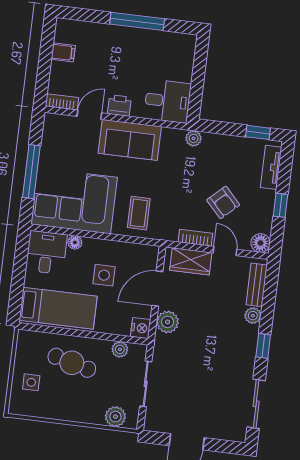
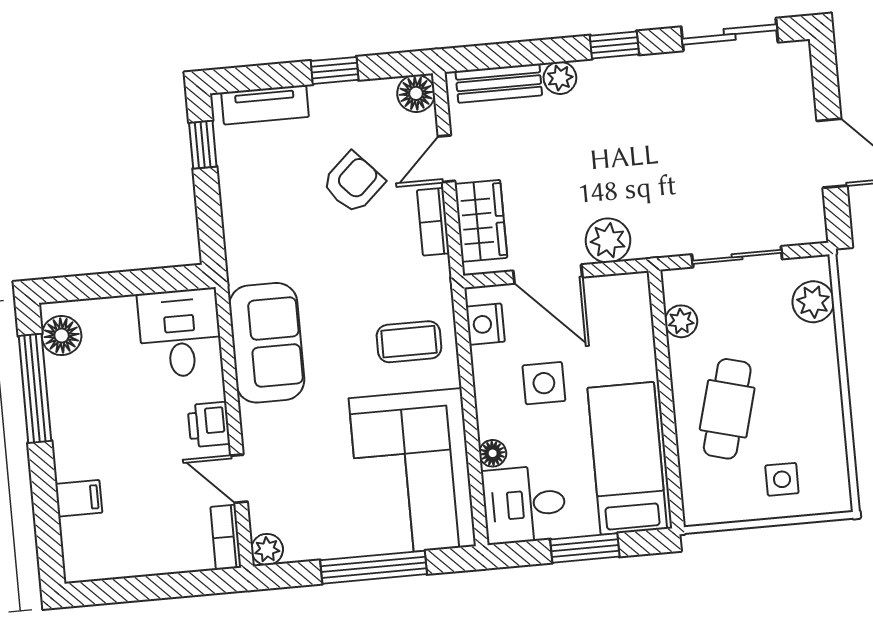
window: (137, 21) -> (35, 388), moved
floor lamp: (179, 42) -> (62, 336), added
filing cabinet: (63, 52) -> (79, 498), moved, turned 90
plant: (193, 138) -> (267, 549), moved
sofa: (130, 140) -> (267, 343), moved
window: (18, 278) -> (585, 548), added
nightstand: (141, 328) -> (485, 324), moved, turned -90

